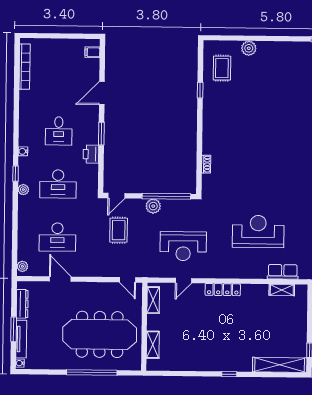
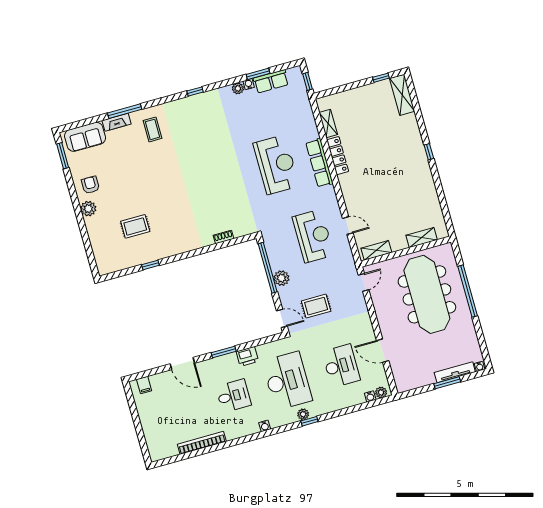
plant: (249, 48) -> (88, 209), moved
armchair: (289, 57) -> (90, 185), added
bookcase: (25, 67) -> (202, 443), moved
rug: (222, 68) -> (135, 226), moved
window: (16, 174) -> (309, 421), moved
desk: (58, 184) -> (287, 381), width x1.36, depth x1.30
reception desk: (258, 231) -> (276, 165), turned 180
water cooler: (22, 255) -> (370, 397), added
row of seats: (283, 272) -> (319, 163), moved, width x1.48
door: (60, 279) -> (383, 351), hinge flipped
locker: (223, 290) -> (338, 156), moved
dresser: (22, 304) -> (419, 382), removed
shelving: (280, 365) -> (402, 95), width x0.68

